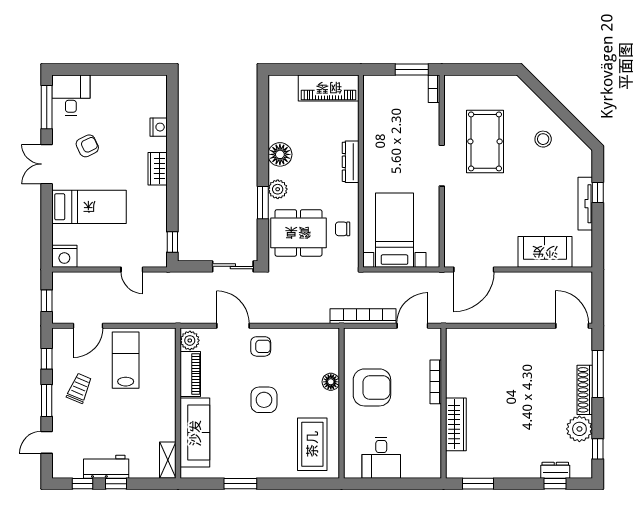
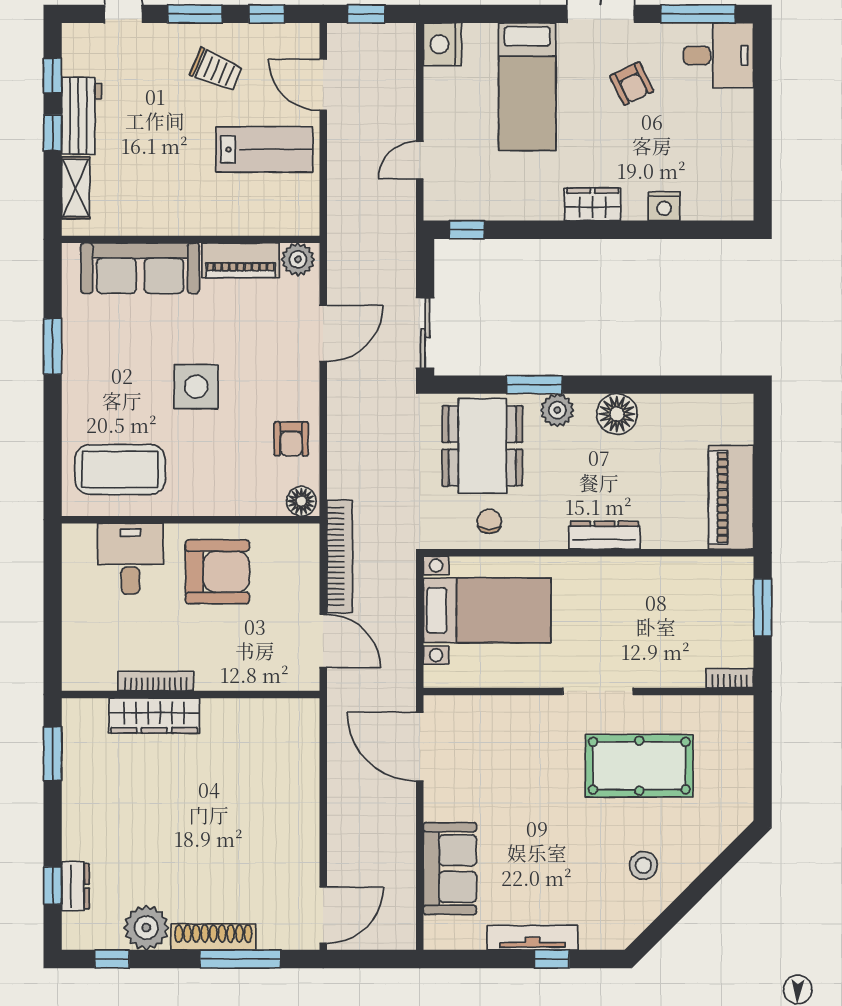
window: (412, 70) -> (763, 607), moved
armchair: (261, 346) -> (291, 439), moved
floor lamp: (331, 382) -> (301, 501), moved
bookcase: (436, 382) -> (156, 681), moved
armchair: (372, 387) -> (217, 572), turned -90
desk: (381, 458) -> (130, 559), moved, turned 90
shelving: (168, 460) -> (76, 188), moved, turned 90

